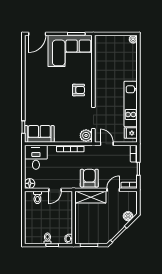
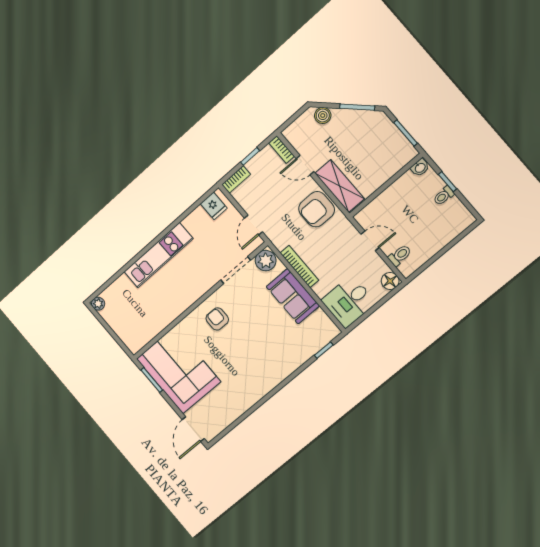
door: (37, 34) -> (193, 429), swing flipped
kitchen unit: (131, 104) -> (158, 255), moved
sofa: (39, 134) -> (293, 296), moved

